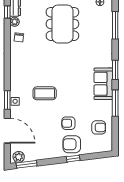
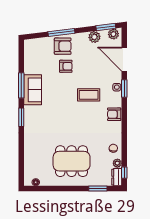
dining table: (62, 24) -> (72, 161), turned 90
window: (115, 25) -> (21, 160), removed
sofa: (103, 84) -> (33, 90), moved
armchair: (99, 127) -> (114, 114), moved
plant: (39, 154) -> (94, 37), added
window: (73, 159) -> (61, 33), width x2.17

